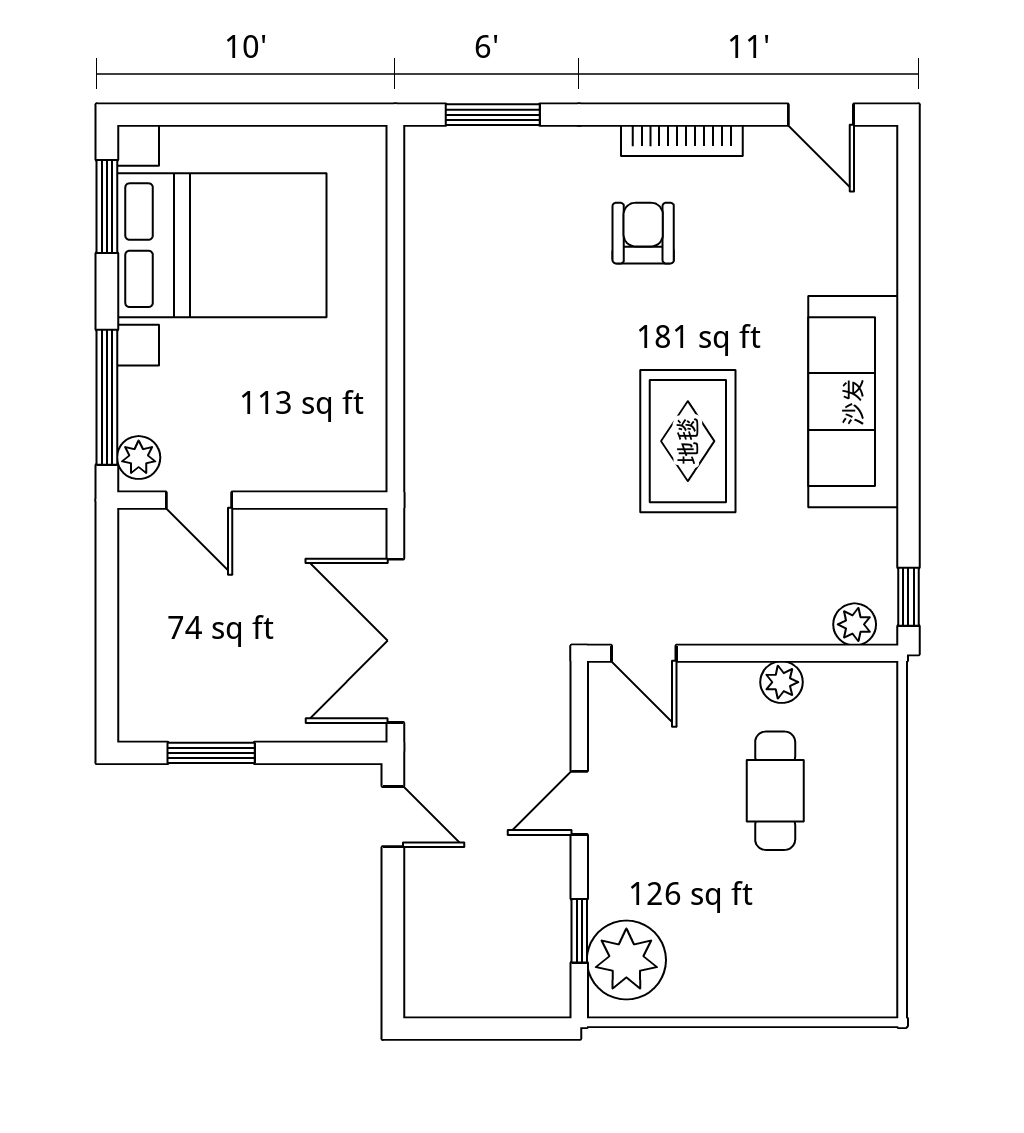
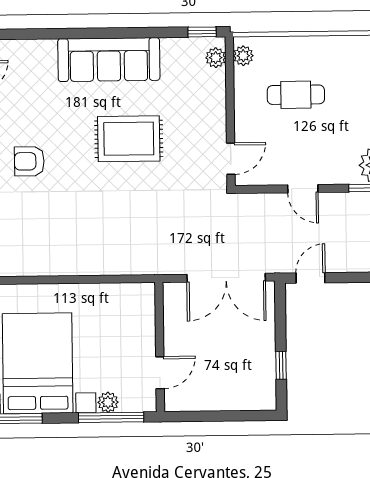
plant: (139, 458) -> (108, 402), moved
plant: (782, 682) -> (243, 56), moved
window: (211, 753) -> (281, 365), width x0.67

